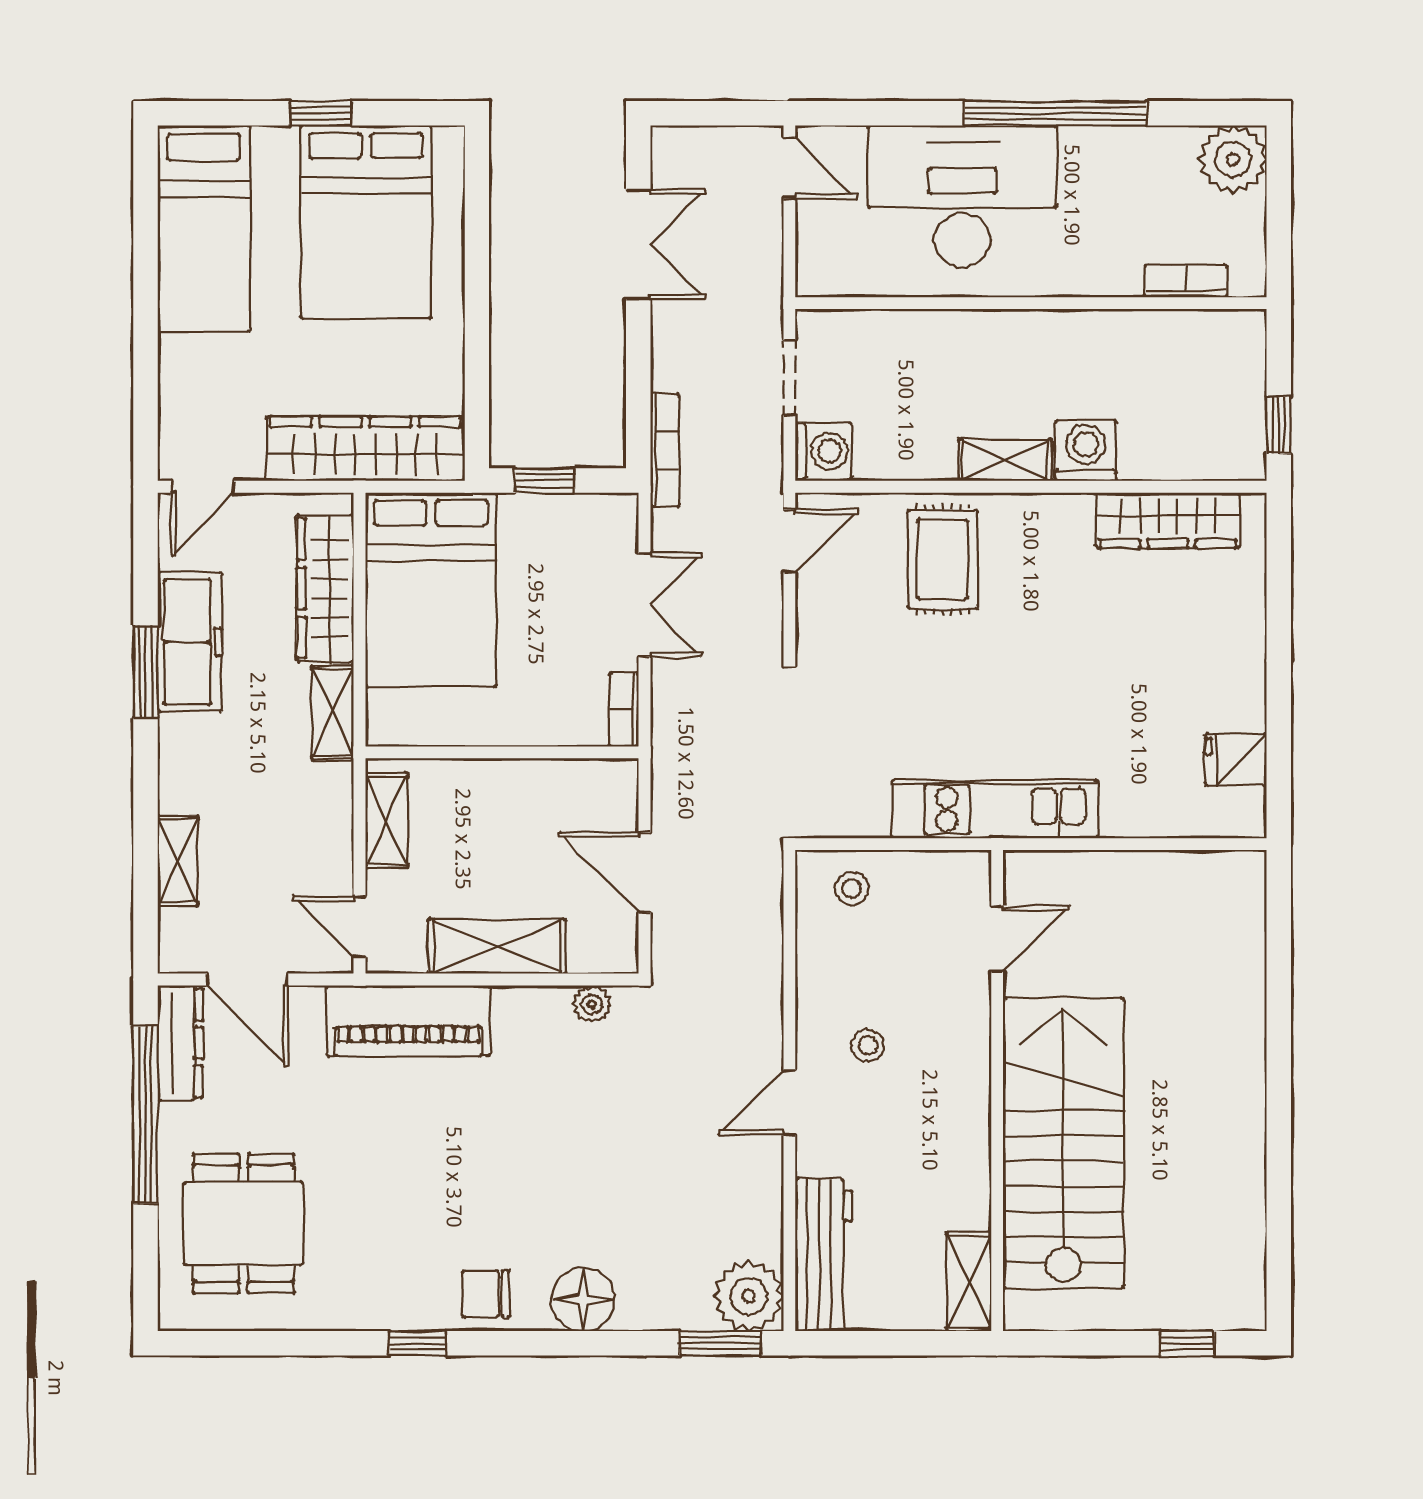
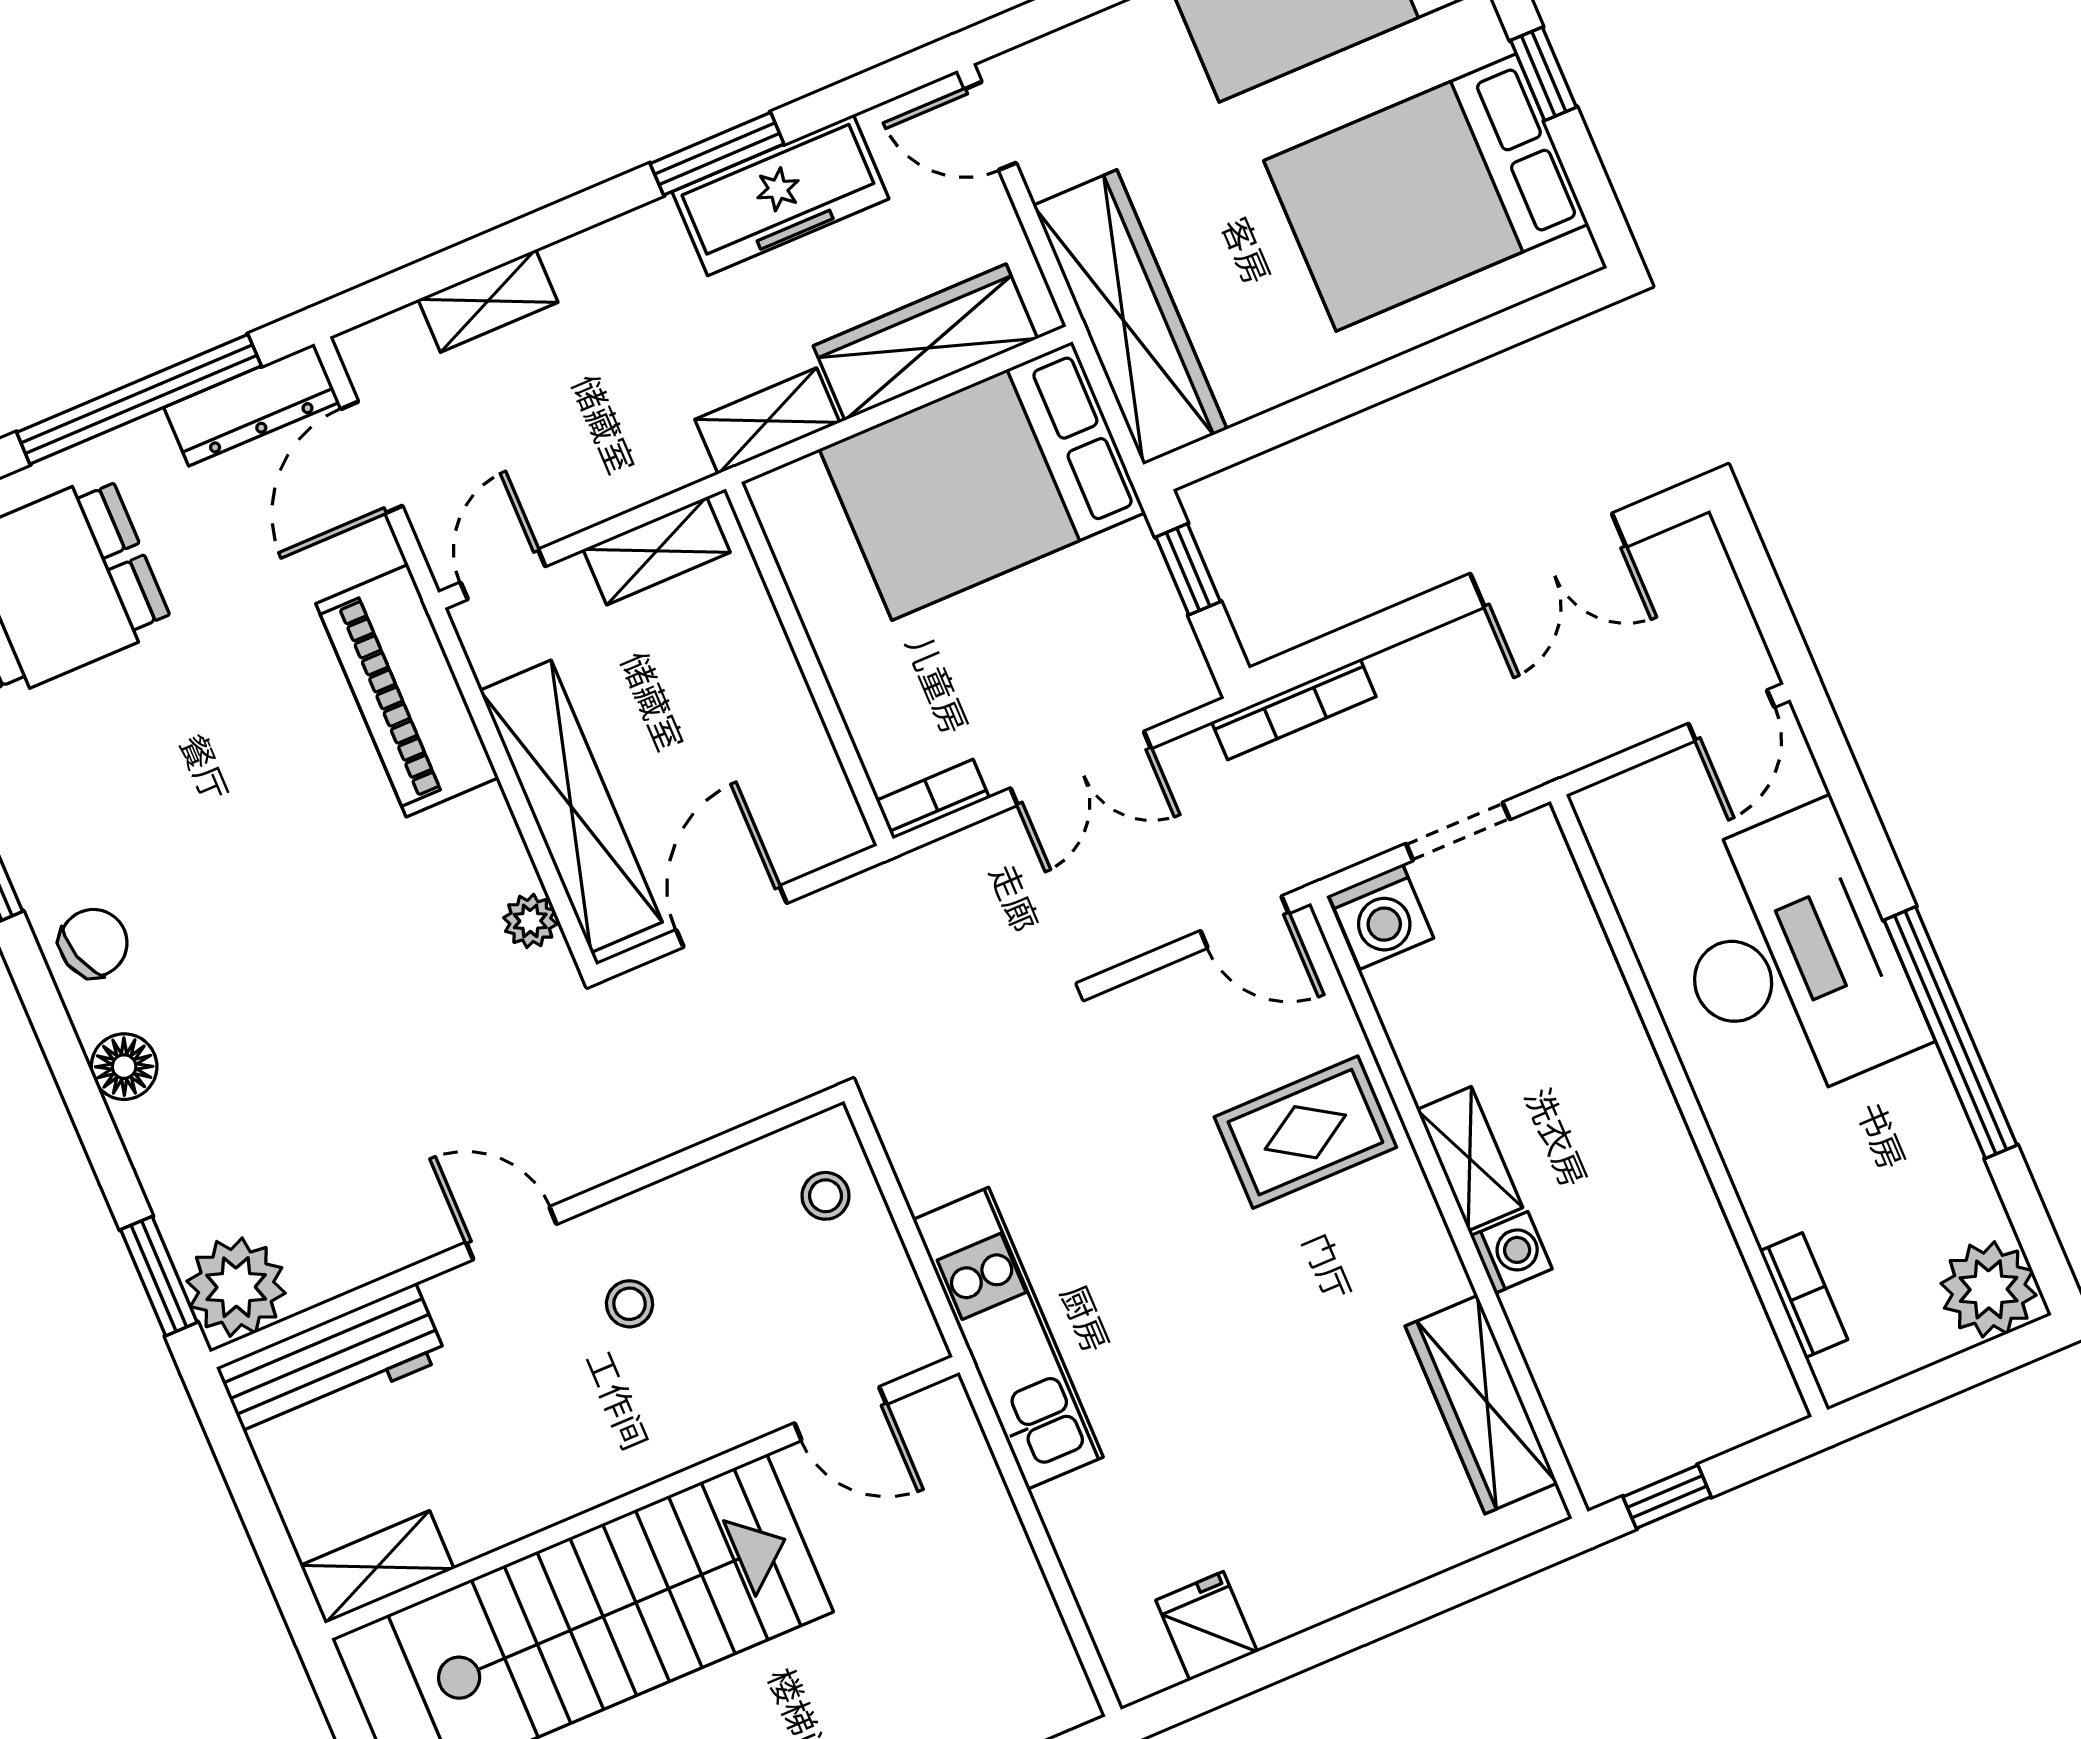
washing machine: (1086, 451) -> (1511, 1252), width x0.73, depth x0.73
shelving: (497, 946) -> (571, 806), width x1.47
chair: (486, 1294) -> (93, 943), turned 73
floor lamp: (583, 1299) -> (124, 1067), width x0.73, depth x0.73

